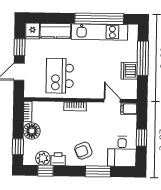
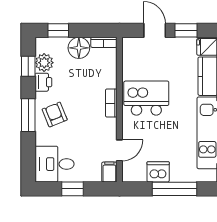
kitchen island: (60, 76) -> (146, 98), moved
window: (98, 171) -> (28, 115), moved

